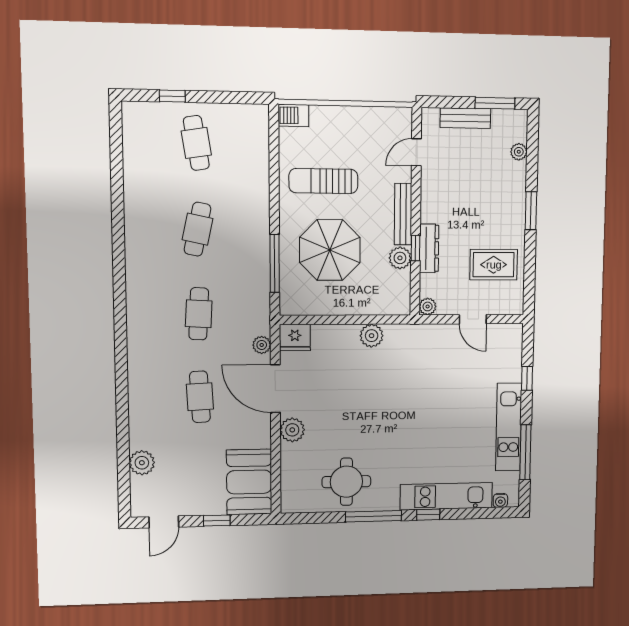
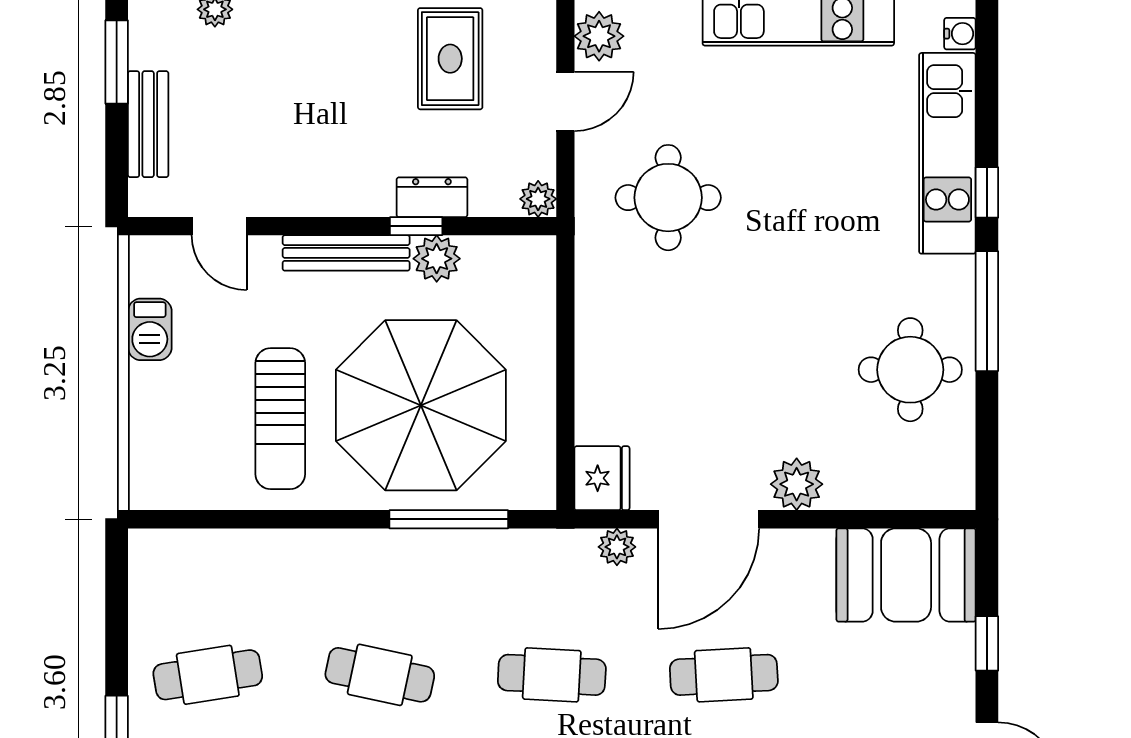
barbecue: (293, 115) -> (150, 329), moved
dresser: (429, 248) -> (432, 197), width x0.70
parasol: (330, 250) -> (421, 405), width x1.36, depth x1.36
plant: (372, 336) -> (599, 36), moved
round table: (428, 368) -> (668, 198), added

